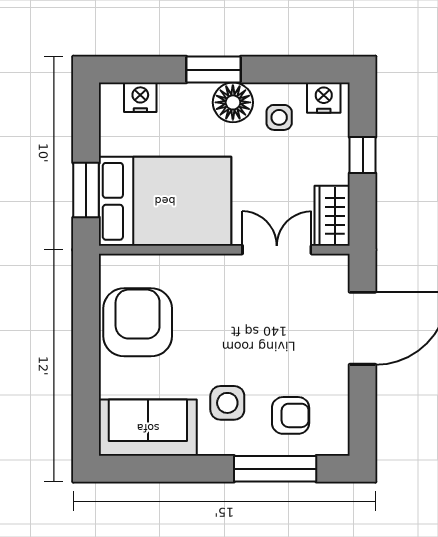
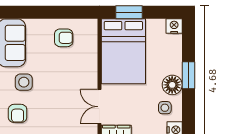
nightstand: (140, 97) -> (174, 26), moved, turned -90
double door: (277, 250) -> (99, 107), swing flipped
armchair: (138, 322) -> (64, 38), width x0.53, depth x0.53

